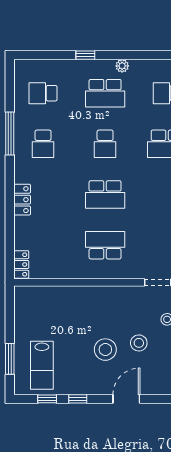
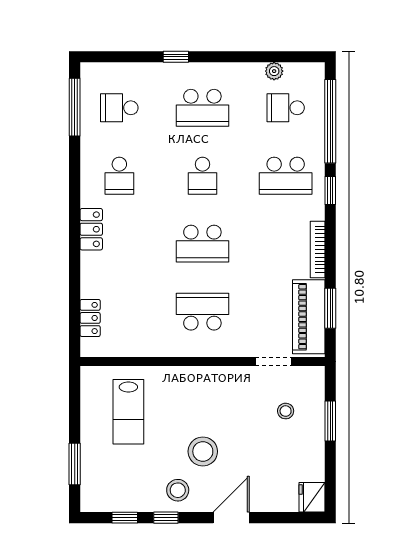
plant: (122, 66) -> (274, 71), moved
window: (10, 133) -> (75, 107), moved
locker: (22, 200) -> (91, 229), moved
locker: (21, 264) -> (90, 318), moved
stool: (139, 343) -> (178, 490), moved
lab bench: (42, 365) -> (128, 412), moved

